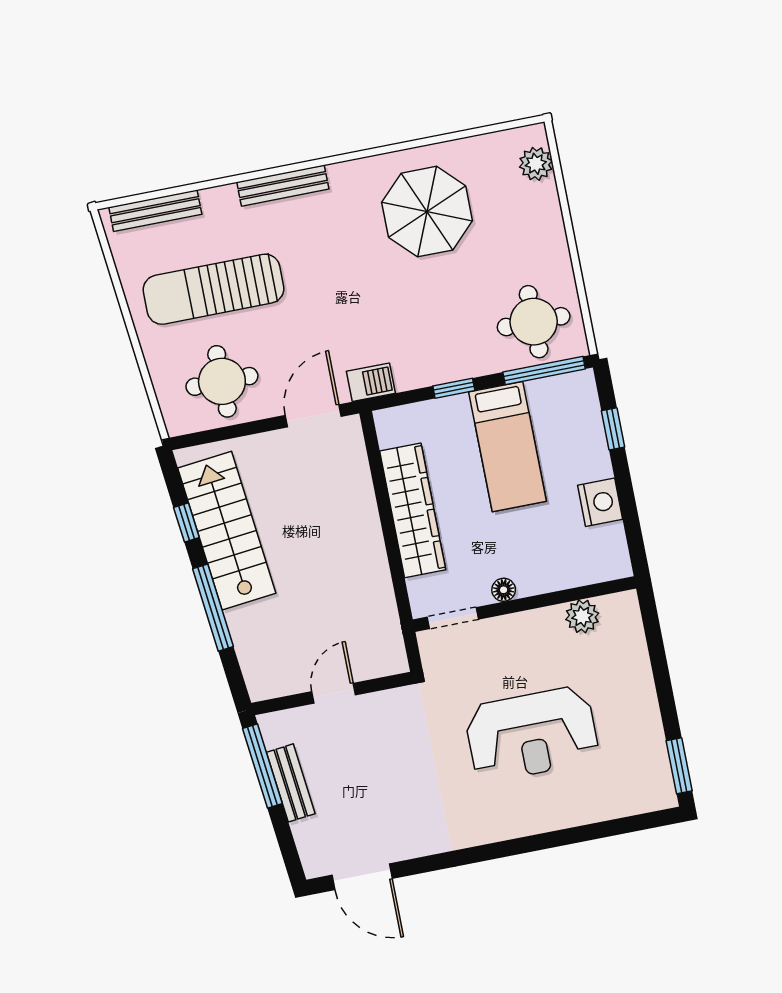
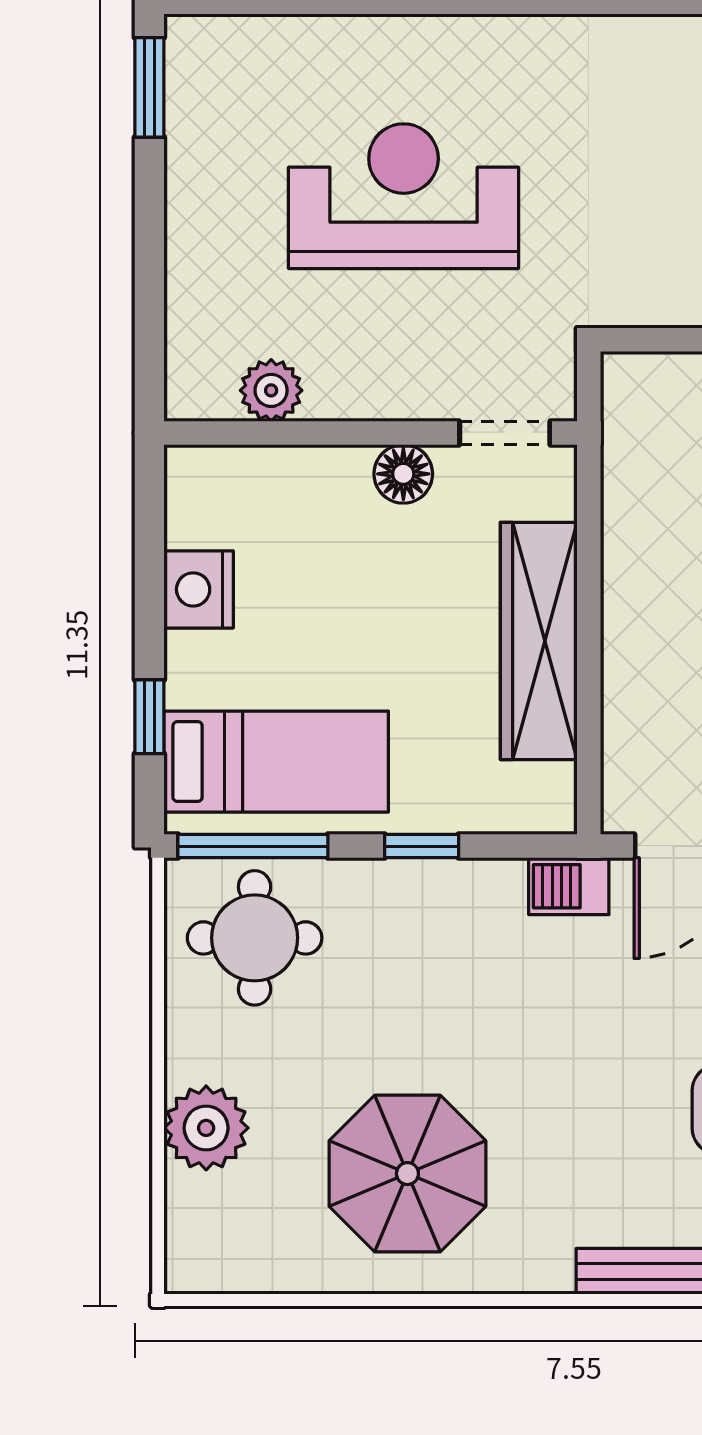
plant: (536, 164) -> (206, 1128), moved, width x1.36, depth x1.36
bed: (508, 447) -> (276, 762), moved, turned 90
floor lamp: (504, 590) -> (403, 474), width x1.37, depth x1.37

